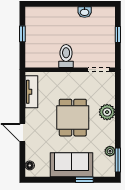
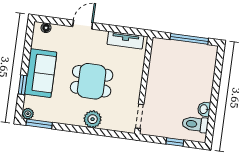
window: (22, 34) -> (189, 39), width x2.17
toilet: (66, 56) -> (195, 124), moved, turned 180
plant: (110, 151) -> (28, 114), moved

